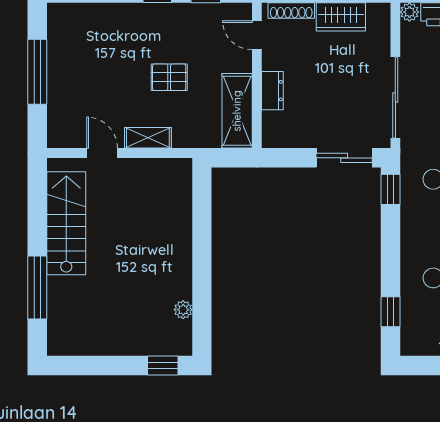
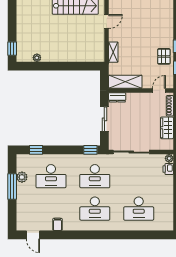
pallet: (169, 77) -> (164, 56), moved
dresser: (272, 91) -> (117, 97), moved
shelving: (148, 138) -> (113, 52), moved
sliding door: (344, 158) -> (104, 119), moved

